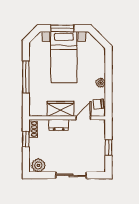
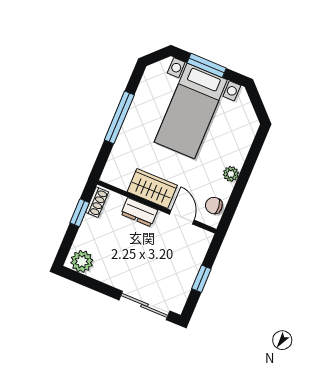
door: (83, 118) -> (182, 217), hinge flipped
sliding door: (71, 175) -> (144, 305), moved

